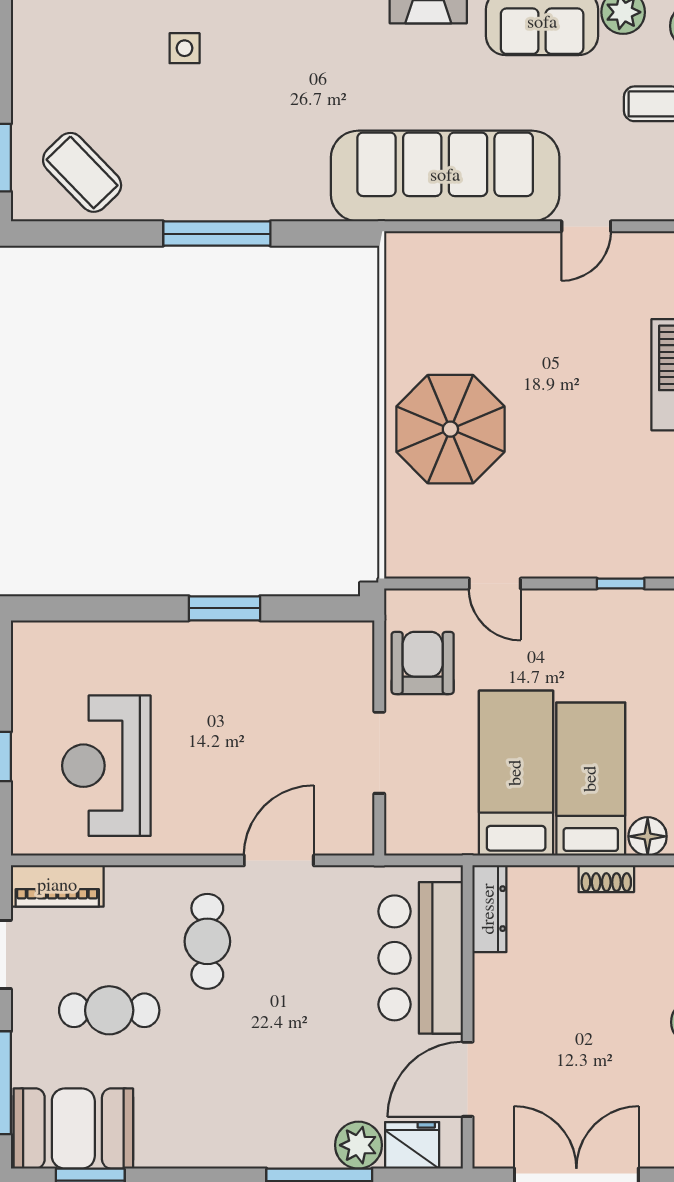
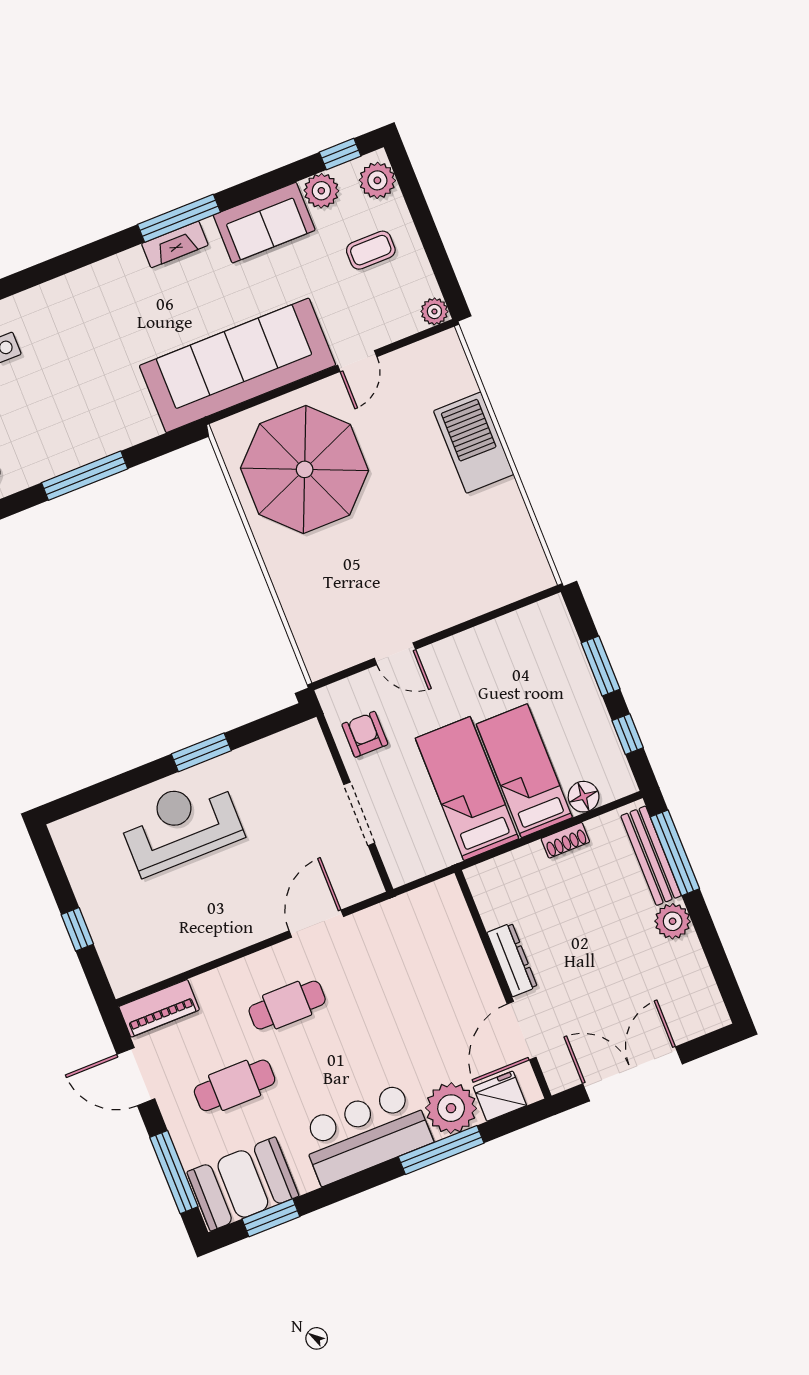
parasol: (450, 429) -> (305, 469), moved, width x1.36, depth x1.36
window: (621, 583) -> (489, 616), removed
armchair: (423, 663) -> (365, 734), width x0.72, depth x0.72
reception desk: (106, 766) -> (181, 825), moved, turned 90
dresser: (489, 909) -> (512, 960), moved
cafe table: (207, 941) -> (287, 1005), turned 90
bar counter: (421, 958) -> (365, 1133), moved, turned 90
plant: (358, 1145) -> (451, 1108), width x1.36, depth x1.36

